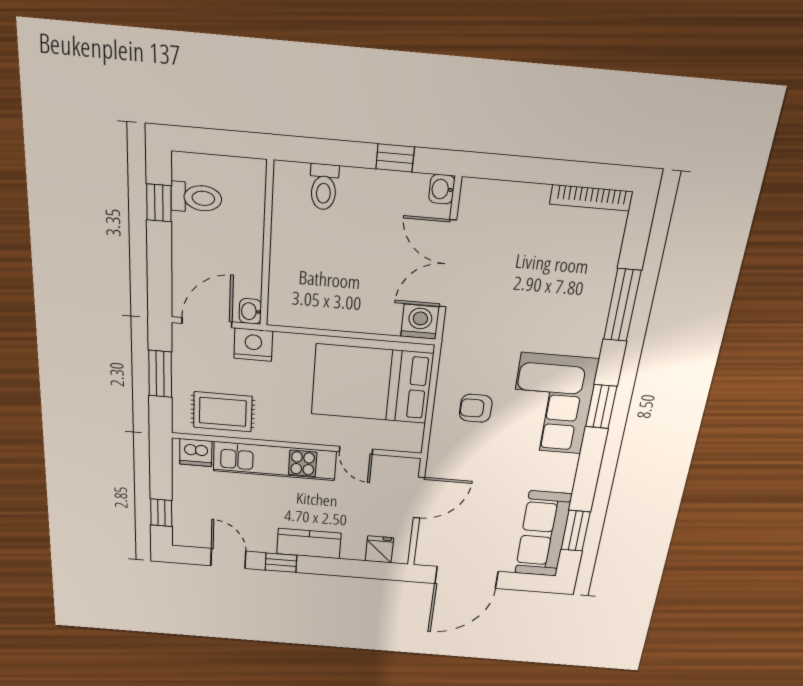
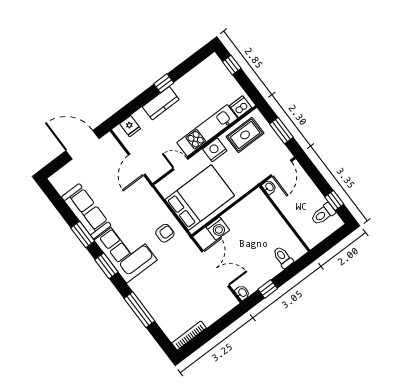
washing machine: (420, 322) -> (218, 229), moved
nightstand: (253, 345) -> (215, 150), moved, turned 180
armchair: (476, 408) -> (165, 233), moved
window: (576, 531) -> (83, 235), moved
sofa: (543, 534) -> (86, 211), moved
door: (228, 558) -> (187, 66), removed
door: (466, 577) -> (83, 145), hinge flipped

